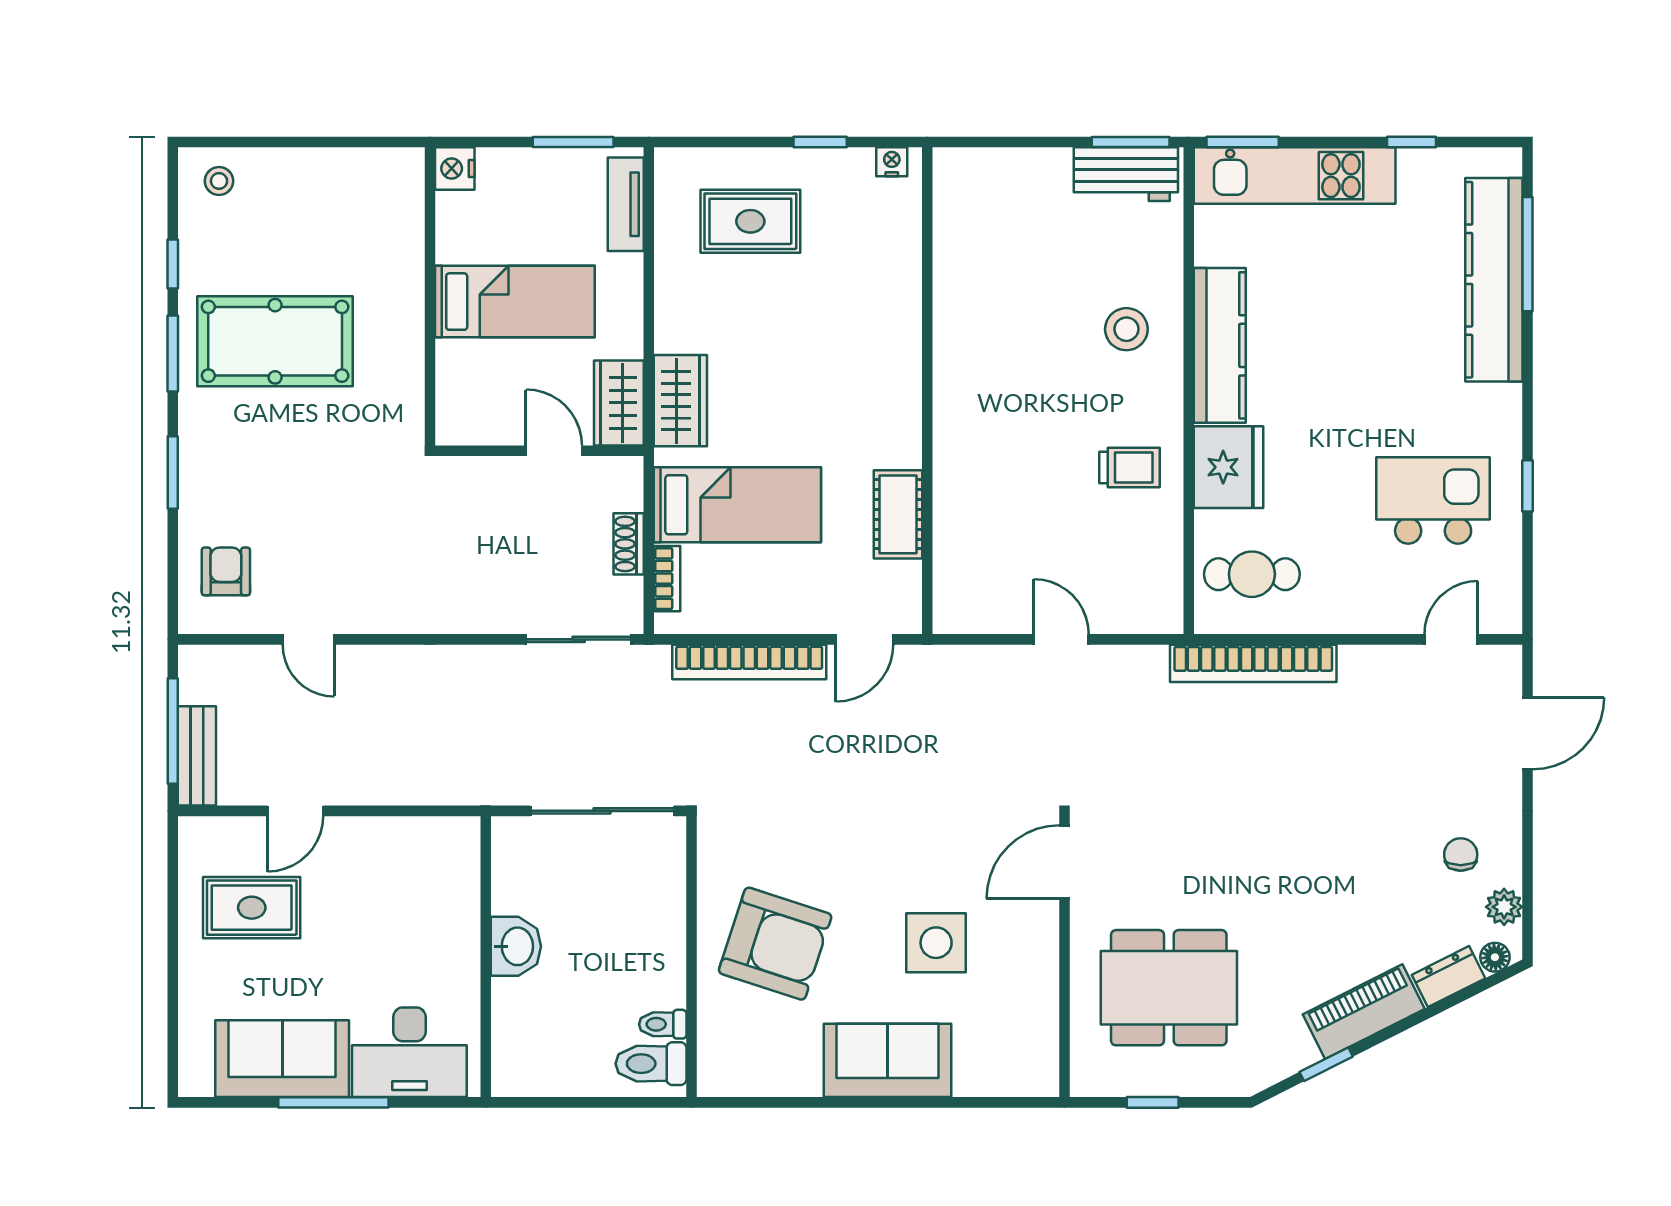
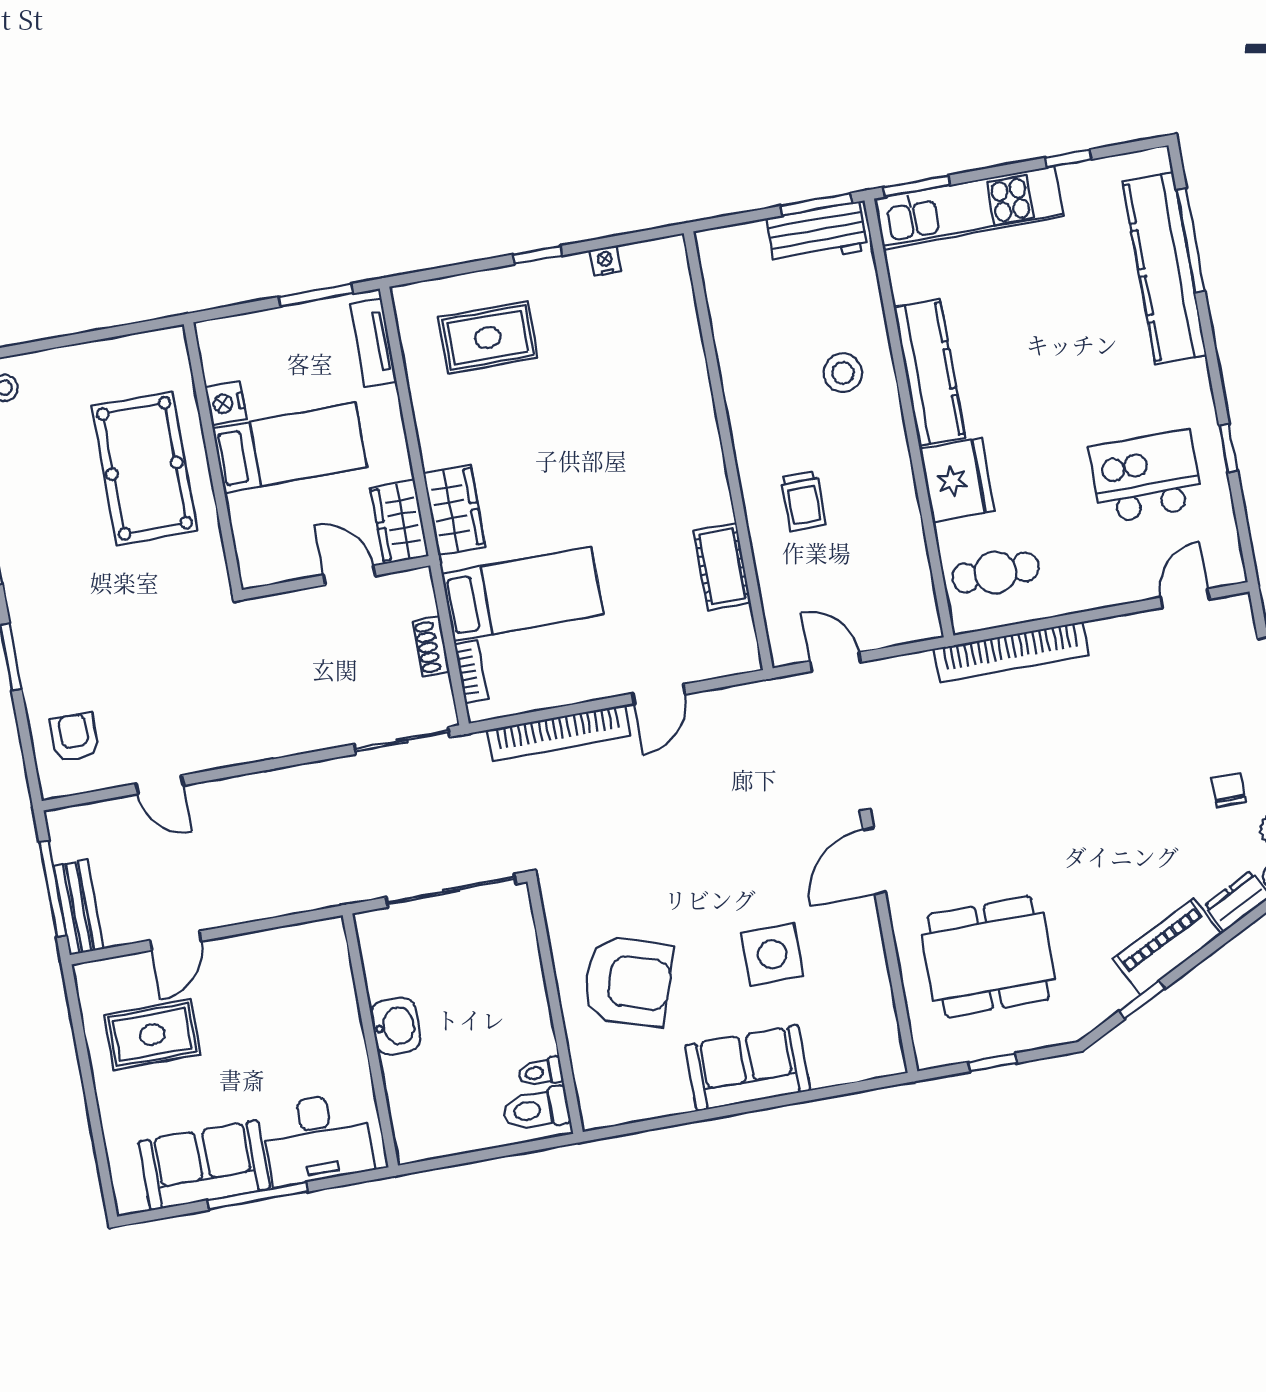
nightstand: (455, 169) -> (226, 403), moved
pool table: (275, 341) -> (144, 468), moved, turned 90
wall: (927, 391) -> (728, 451), moved
trolley: (1130, 467) -> (803, 501), moved, turned 90
cot: (898, 514) -> (722, 567), moved

